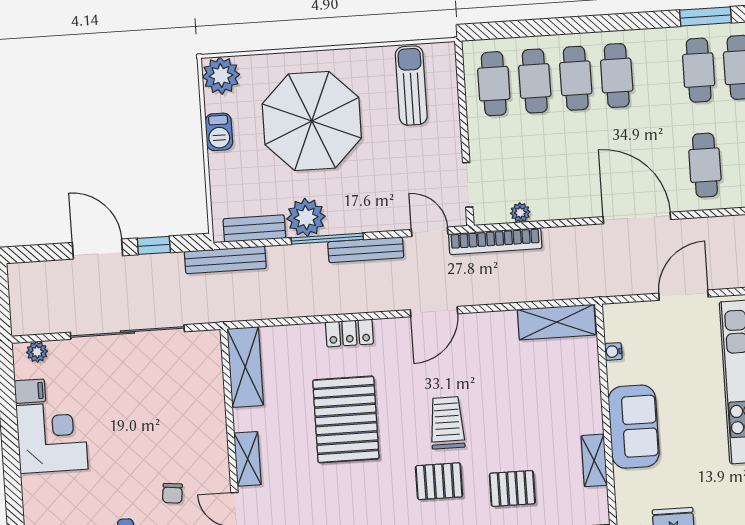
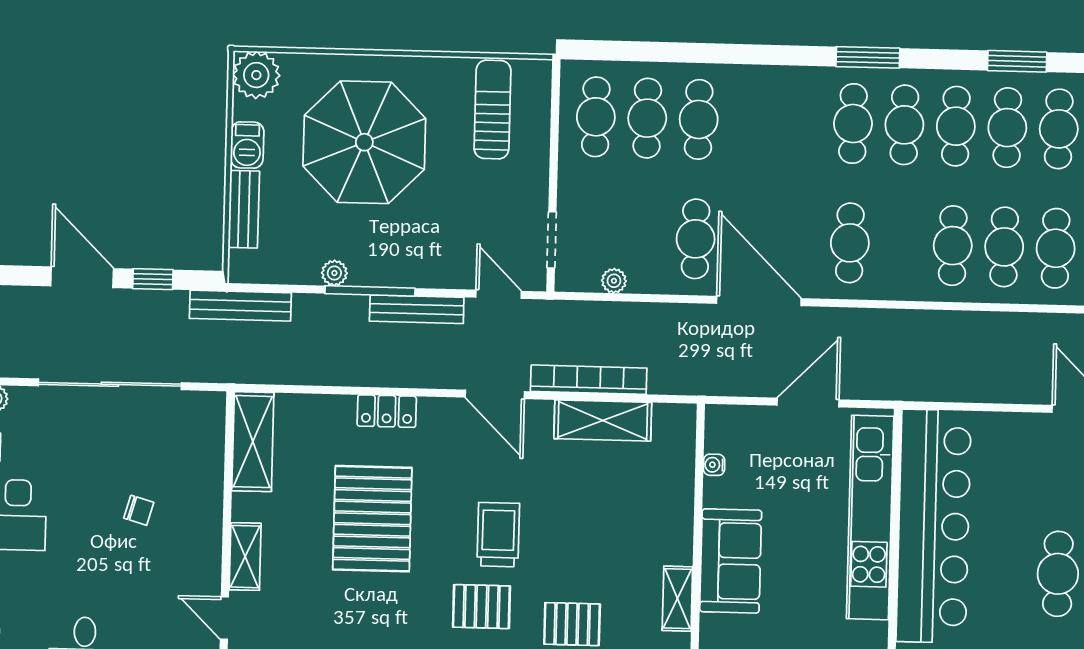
cafe table: (617, 76) -> (696, 239), moved
plant: (306, 217) -> (334, 273), width x0.53, depth x0.53
bench: (254, 228) -> (244, 209), moved, turned 90
bookcase: (495, 241) -> (589, 380), moved, turned 180
door: (434, 312) -> (495, 394), hinge flipped
shelving: (557, 322) -> (603, 420), moved
chair: (172, 493) -> (139, 510), moved, turned -80

